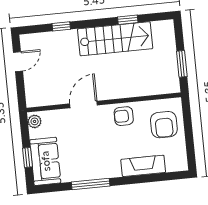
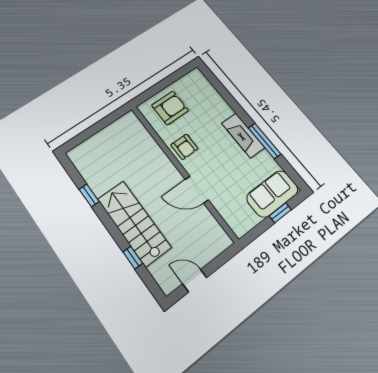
stairs: (115, 39) -> (134, 223), moved
window: (182, 64) -> (104, 123), removed
plant: (35, 121) -> (242, 227), removed
fireplace: (143, 166) -> (243, 135), moved

